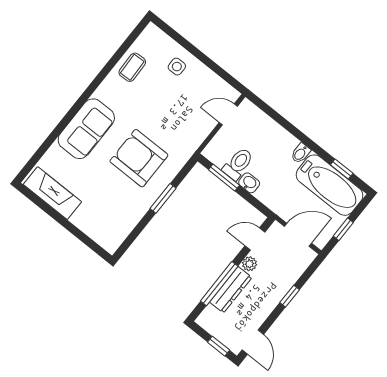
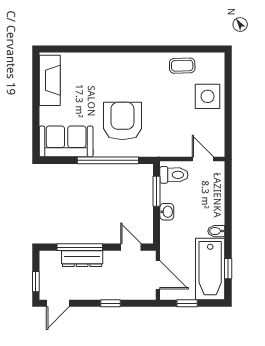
side table: (177, 67) -> (208, 96), width x1.87, depth x1.87
sofa: (86, 129) -> (66, 141), moved, turned 180
toilet: (238, 164) -> (174, 175), moved
window: (163, 198) -> (108, 160), width x2.11
plant: (249, 264) -> (111, 257), removed

